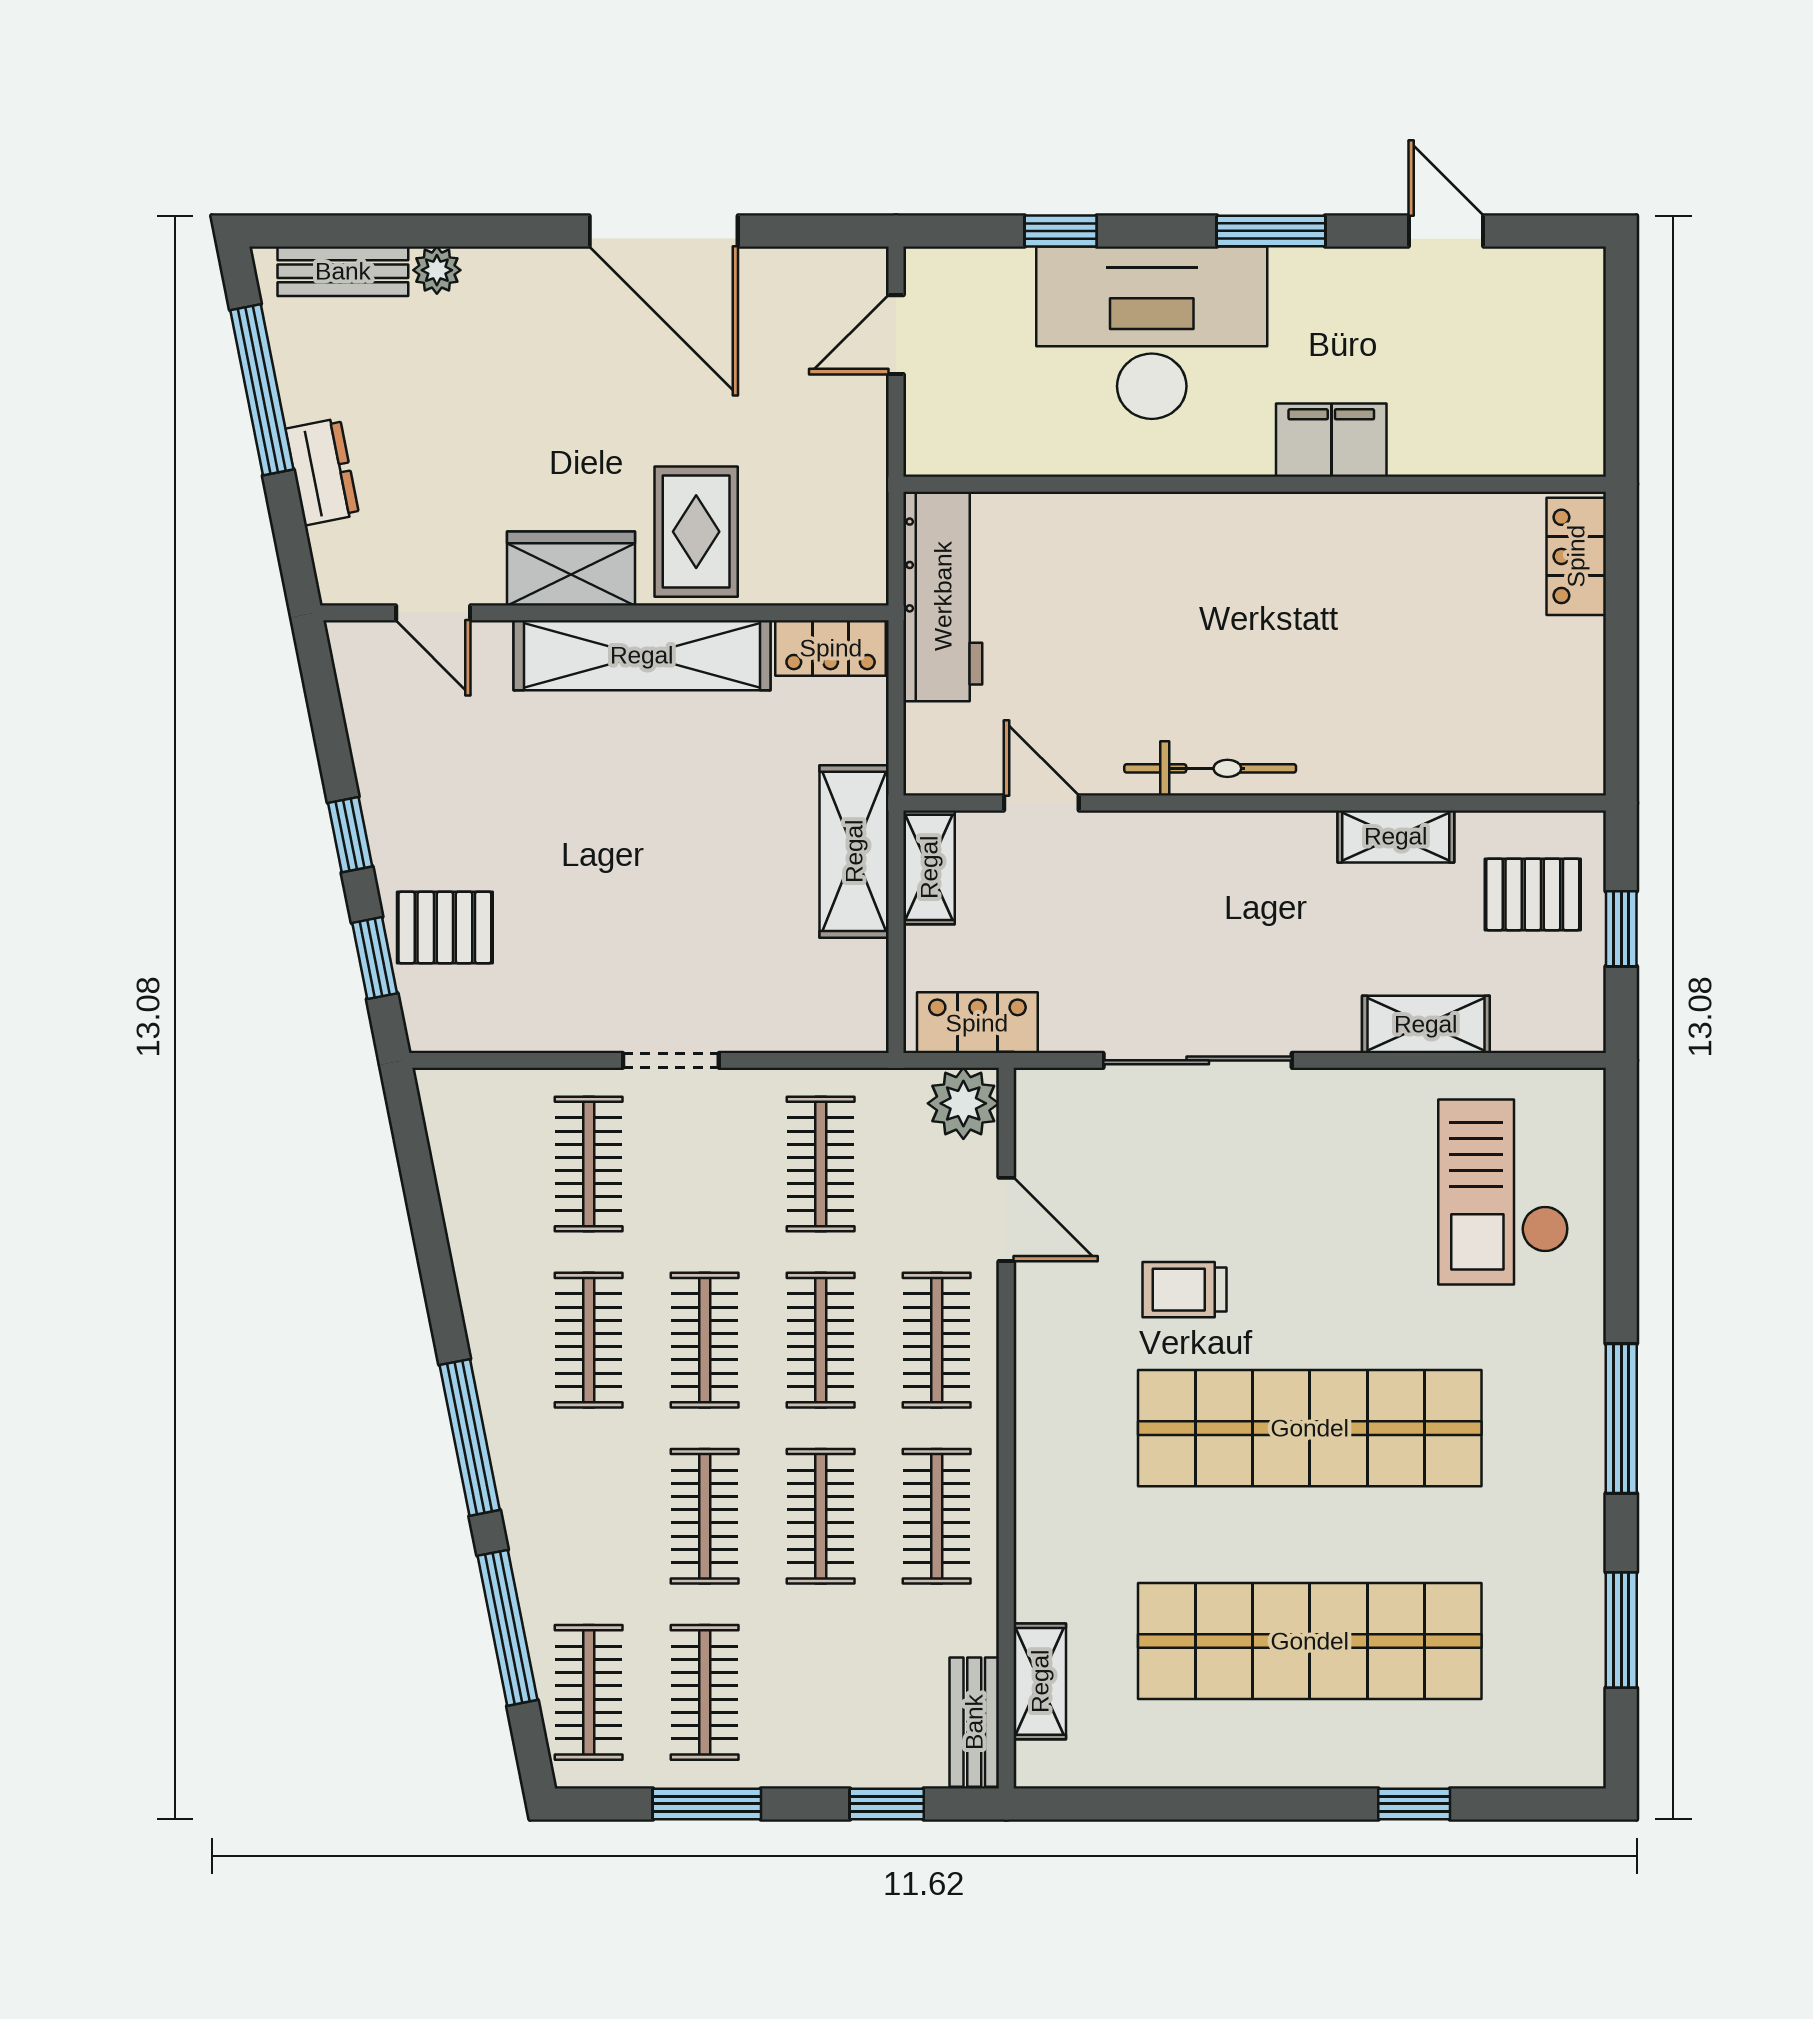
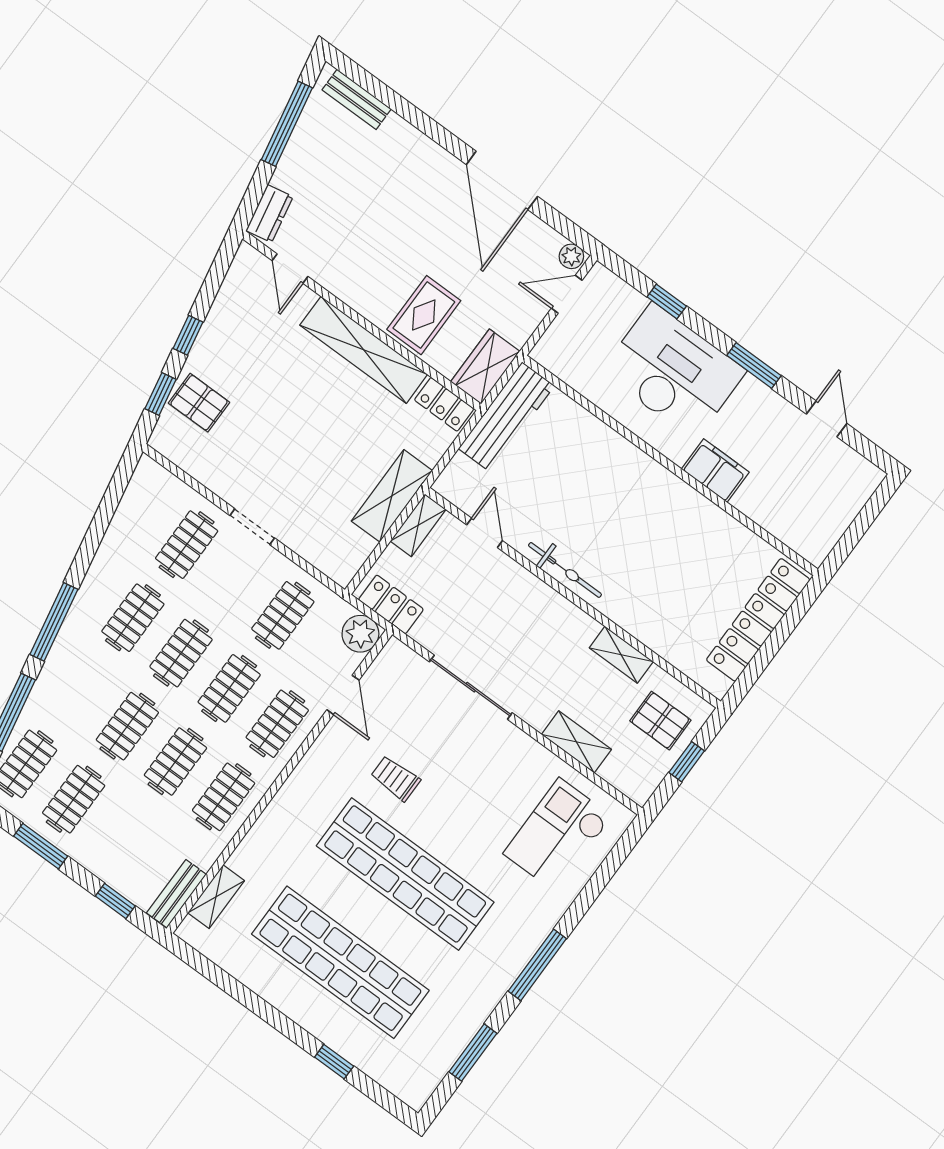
plant: (437, 270) -> (571, 256), moved
dresser: (322, 472) -> (270, 214), moved
locker: (1576, 556) -> (758, 620), width x2.16, depth x1.21
wardrobe: (571, 568) -> (485, 367), moved, turned -90

